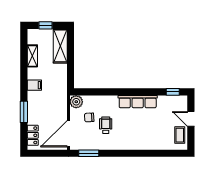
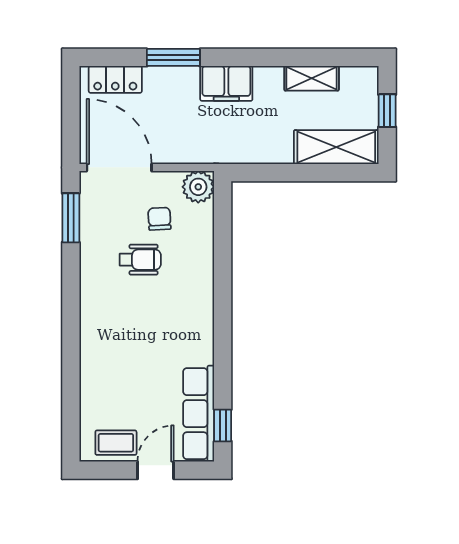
filing cabinet: (34, 85) -> (226, 83), width x2.00
row of seats: (138, 102) -> (199, 414), moved

